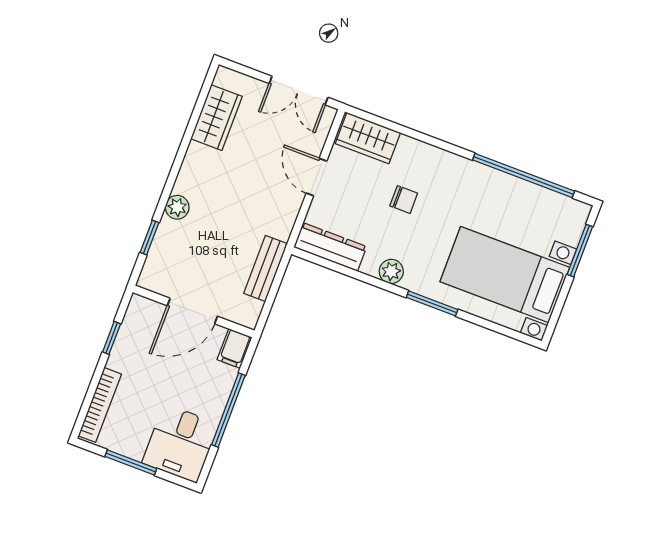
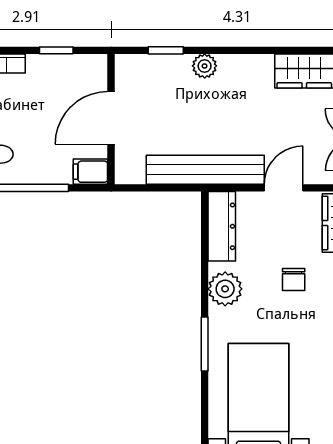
bench: (266, 268) -> (205, 170), width x1.86, depth x1.21
plant: (391, 271) -> (225, 289), width x1.38, depth x1.38
door: (192, 311) -> (111, 118), hinge flipped

